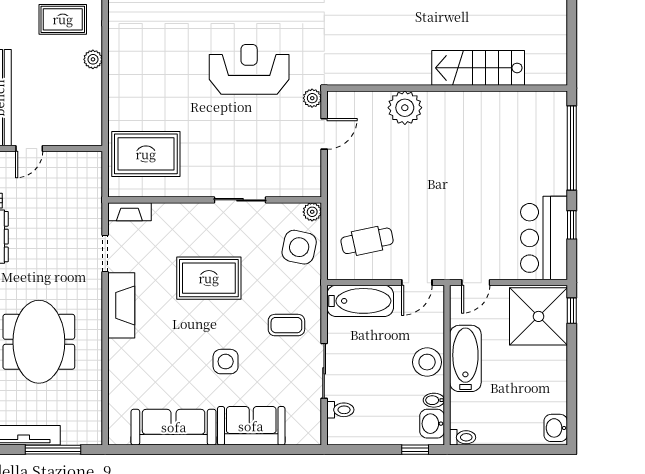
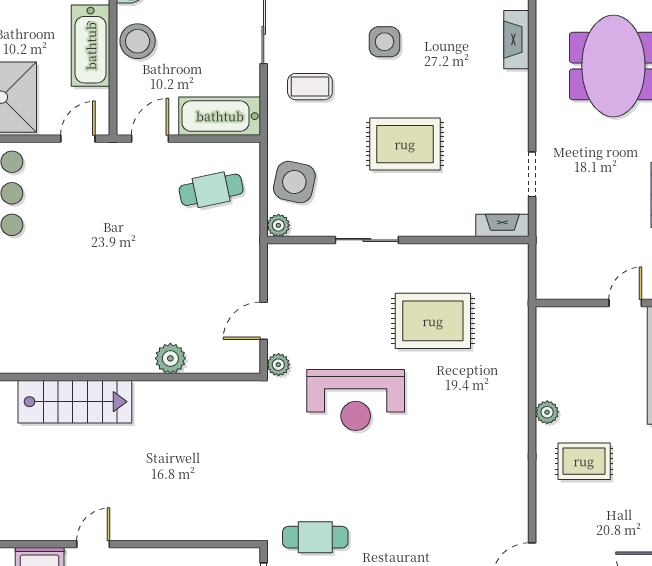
plant: (405, 108) -> (170, 358), width x0.73, depth x0.73
rug: (146, 154) -> (433, 321), moved
fireplace: (121, 305) -> (516, 40), moved, width x0.73, depth x0.76

